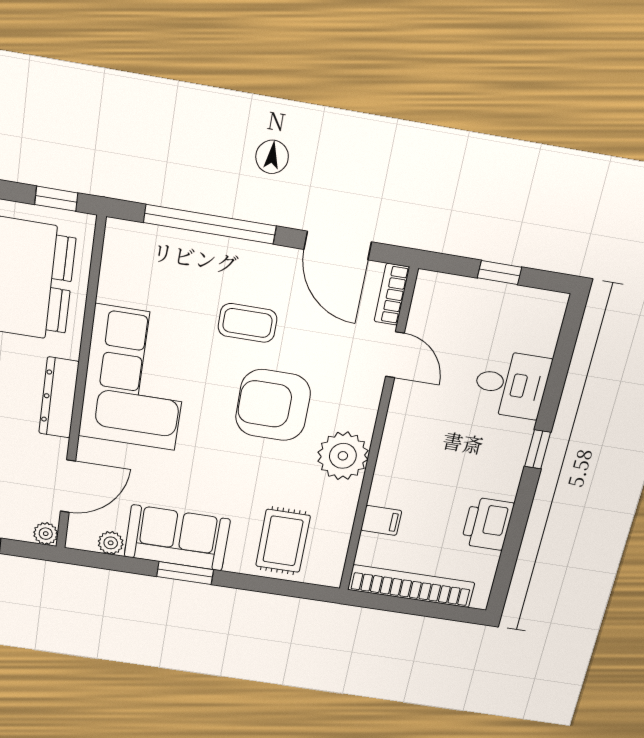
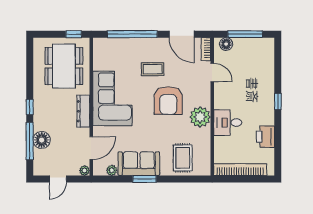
window: (499, 273) -> (245, 34), width x2.17
floor lamp: (446, 290) -> (226, 44), added
desk: (511, 385) -> (228, 123), moved, turned 180
armchair: (273, 405) -> (168, 100), turned -90
filing cabinet: (381, 520) -> (221, 142), removed

